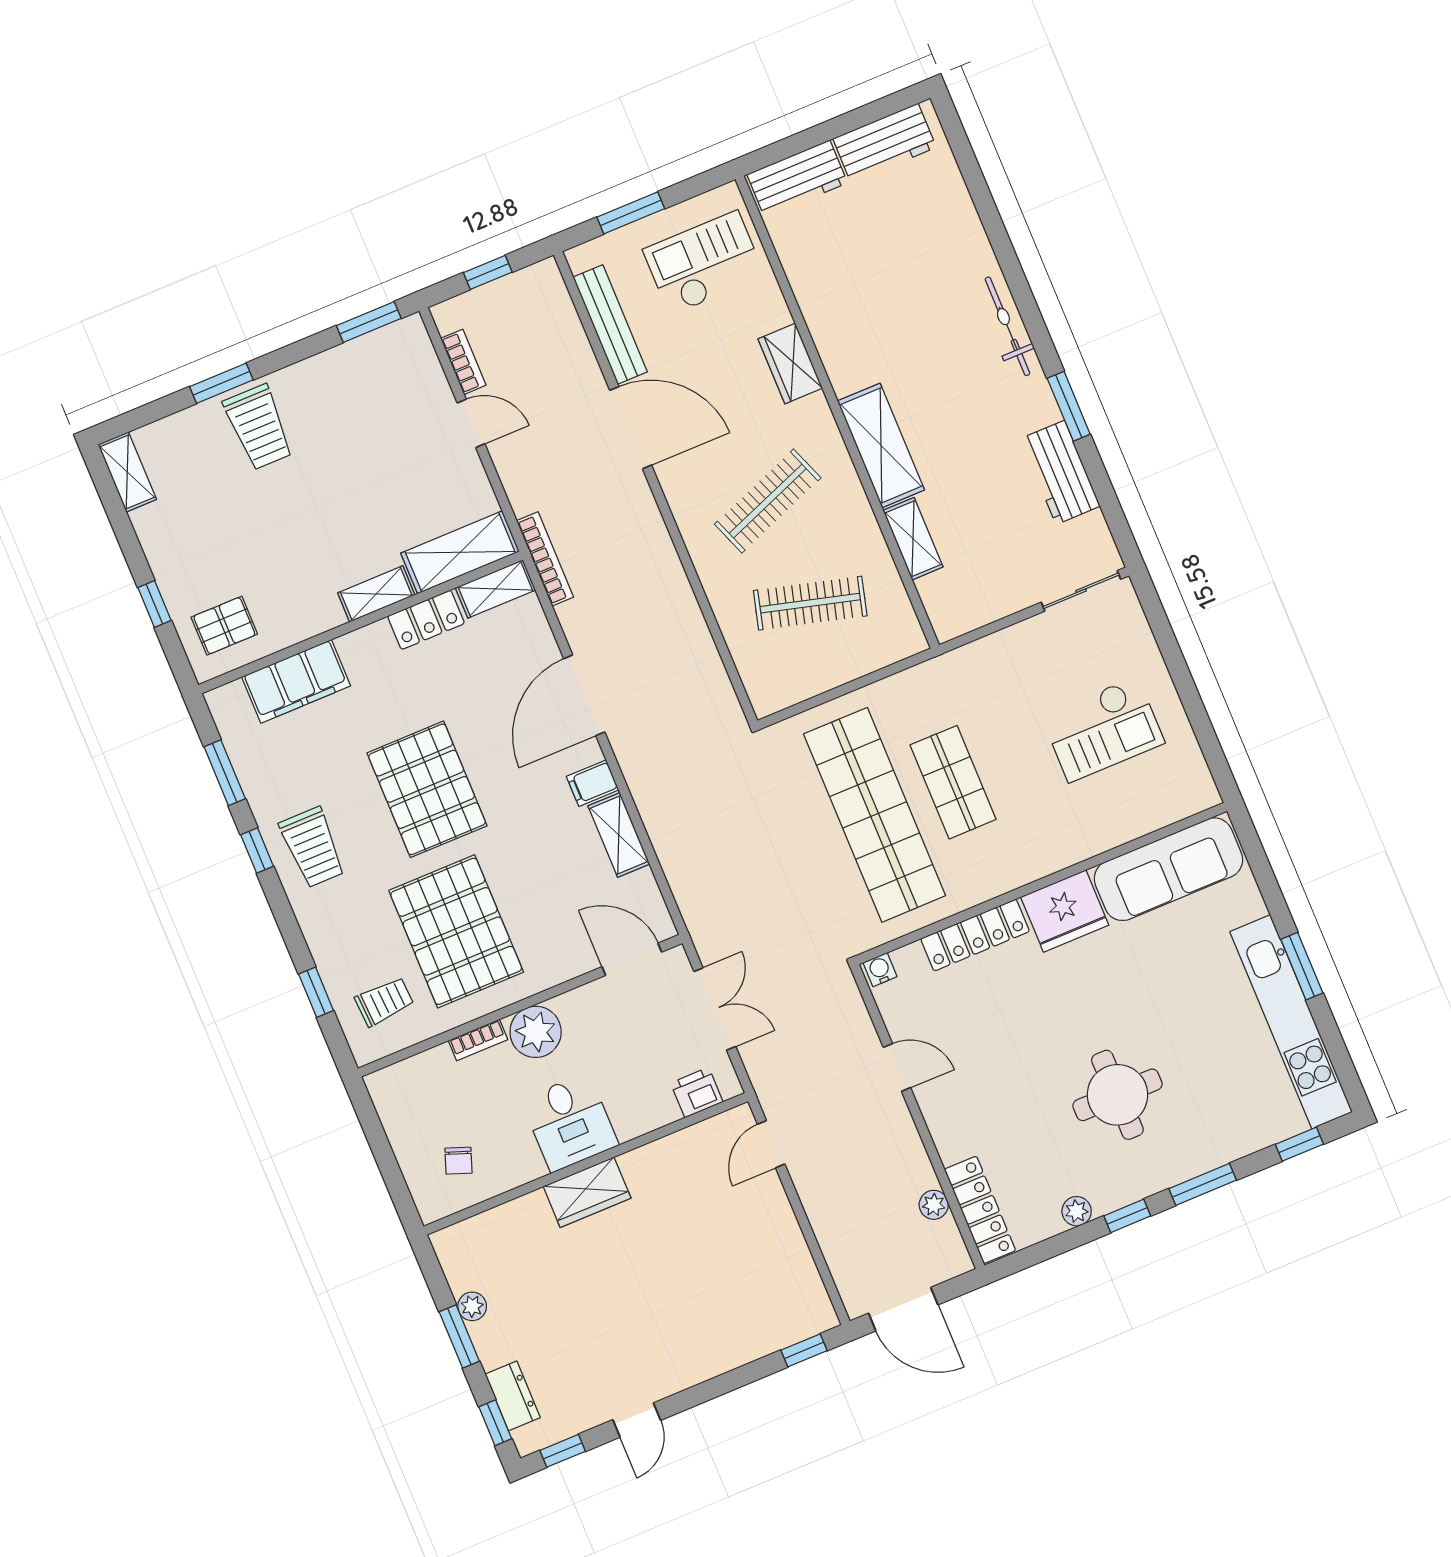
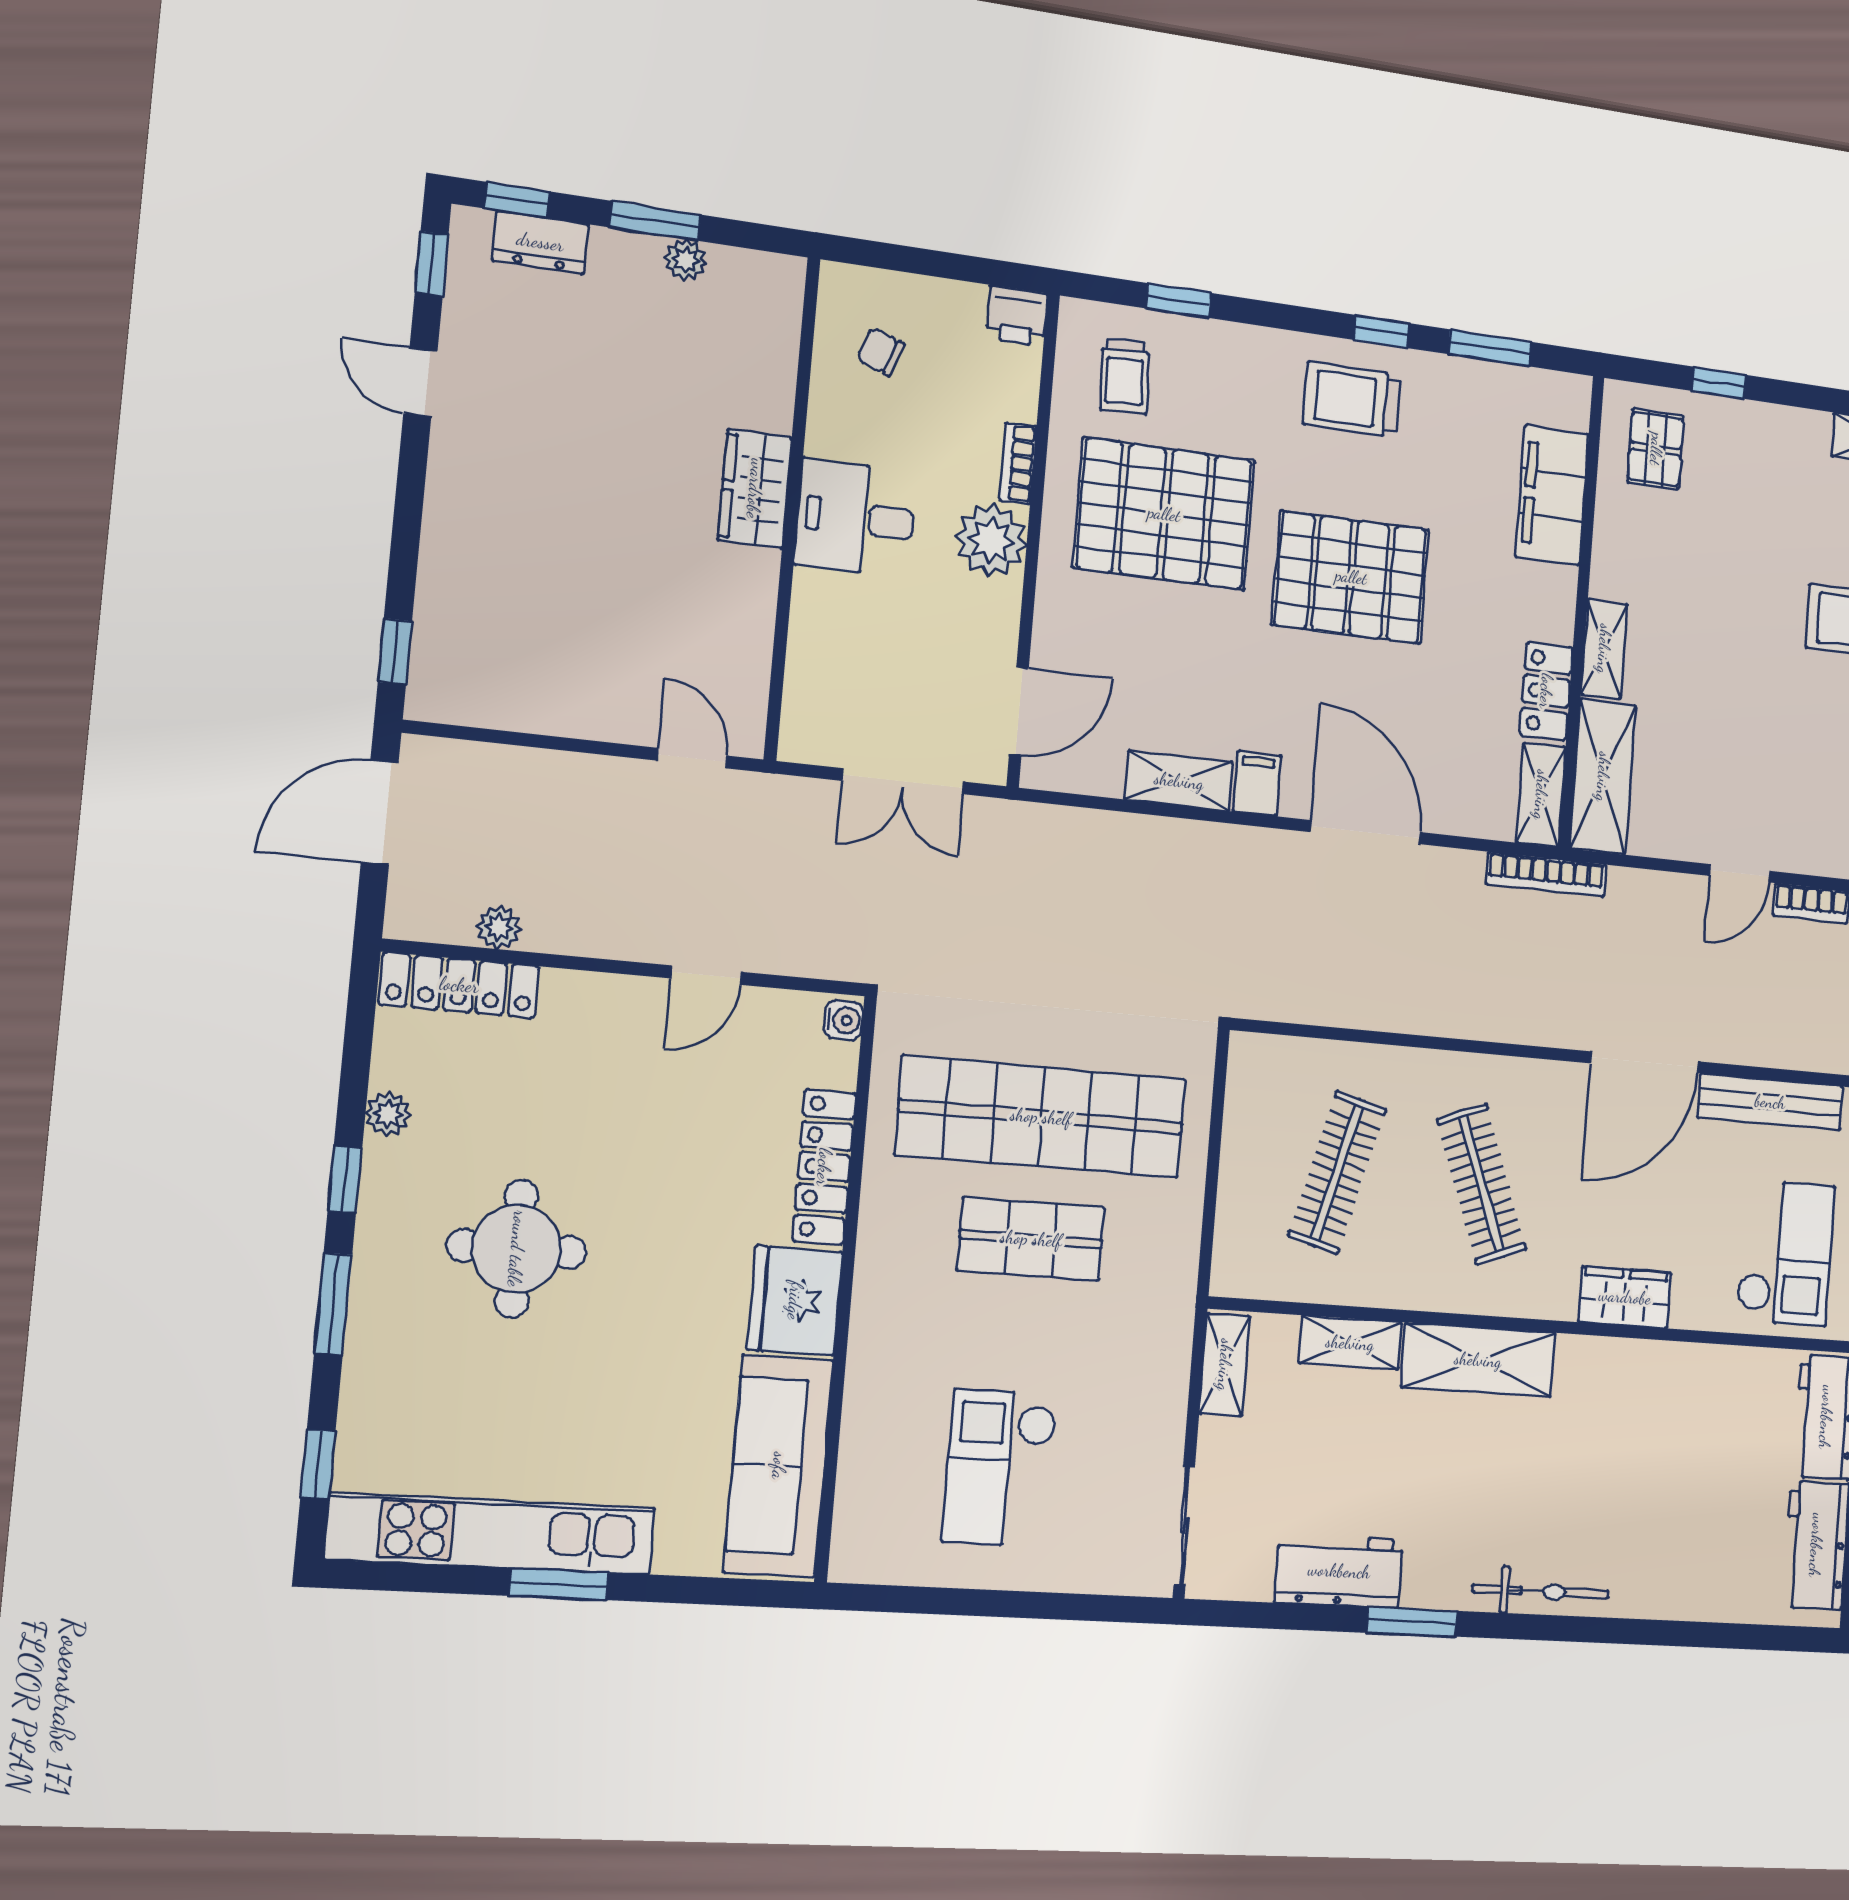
shelving: (968, 616) -> (1225, 1365), added
printer: (697, 1092) -> (1017, 316), moved, turned 90

